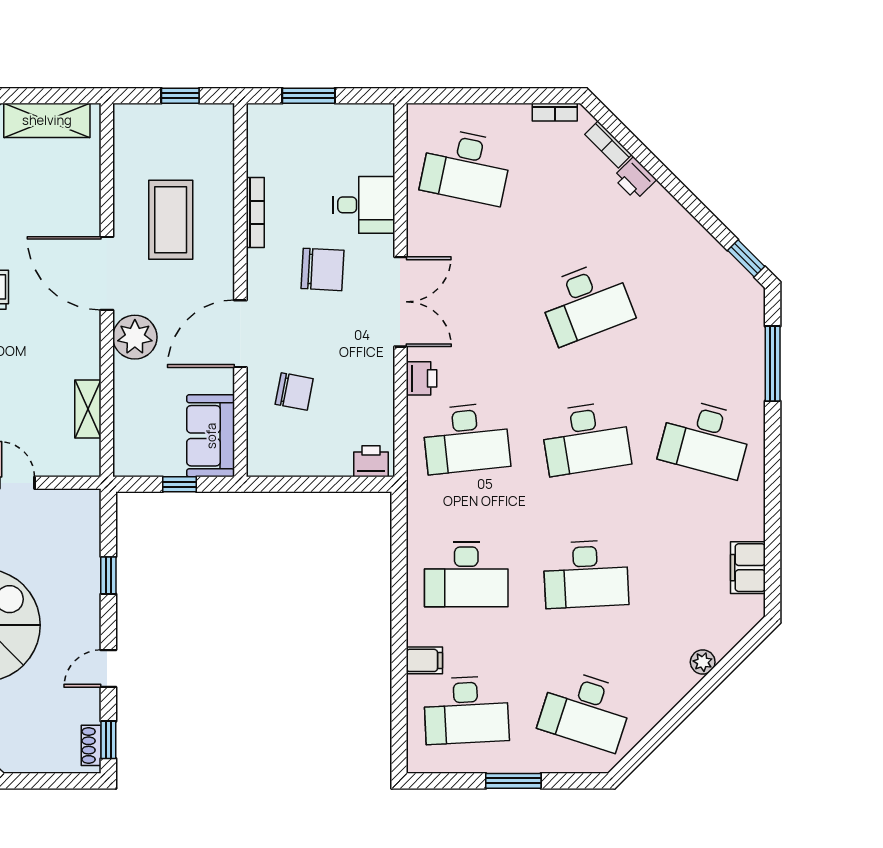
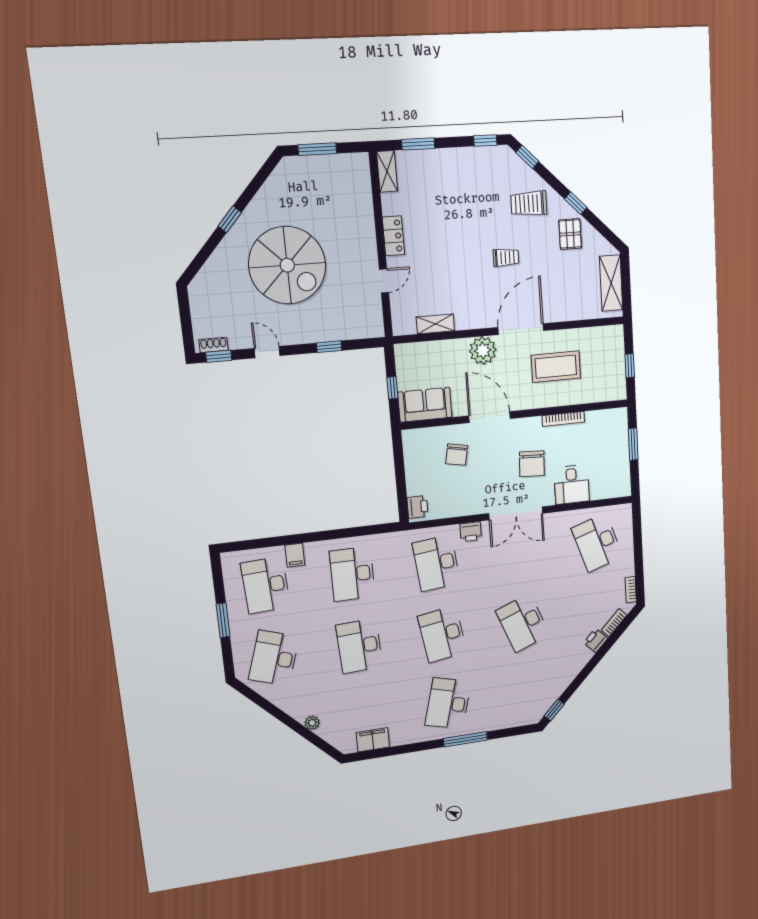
desk: (466, 167) -> (597, 543), turned -30
window: (773, 364) -> (465, 739), moved

